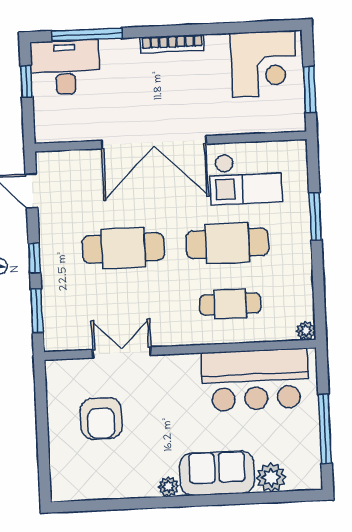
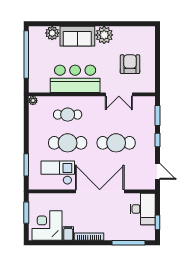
filing cabinet: (217, 49) -> (68, 234), added
desk: (65, 67) -> (143, 209), moved, turned -90
window: (315, 216) -> (26, 165), moved
bar counter: (255, 380) -> (75, 79), moved
window: (325, 429) -> (26, 55), width x1.46
plant: (168, 487) -> (104, 35), width x1.88, depth x1.88

